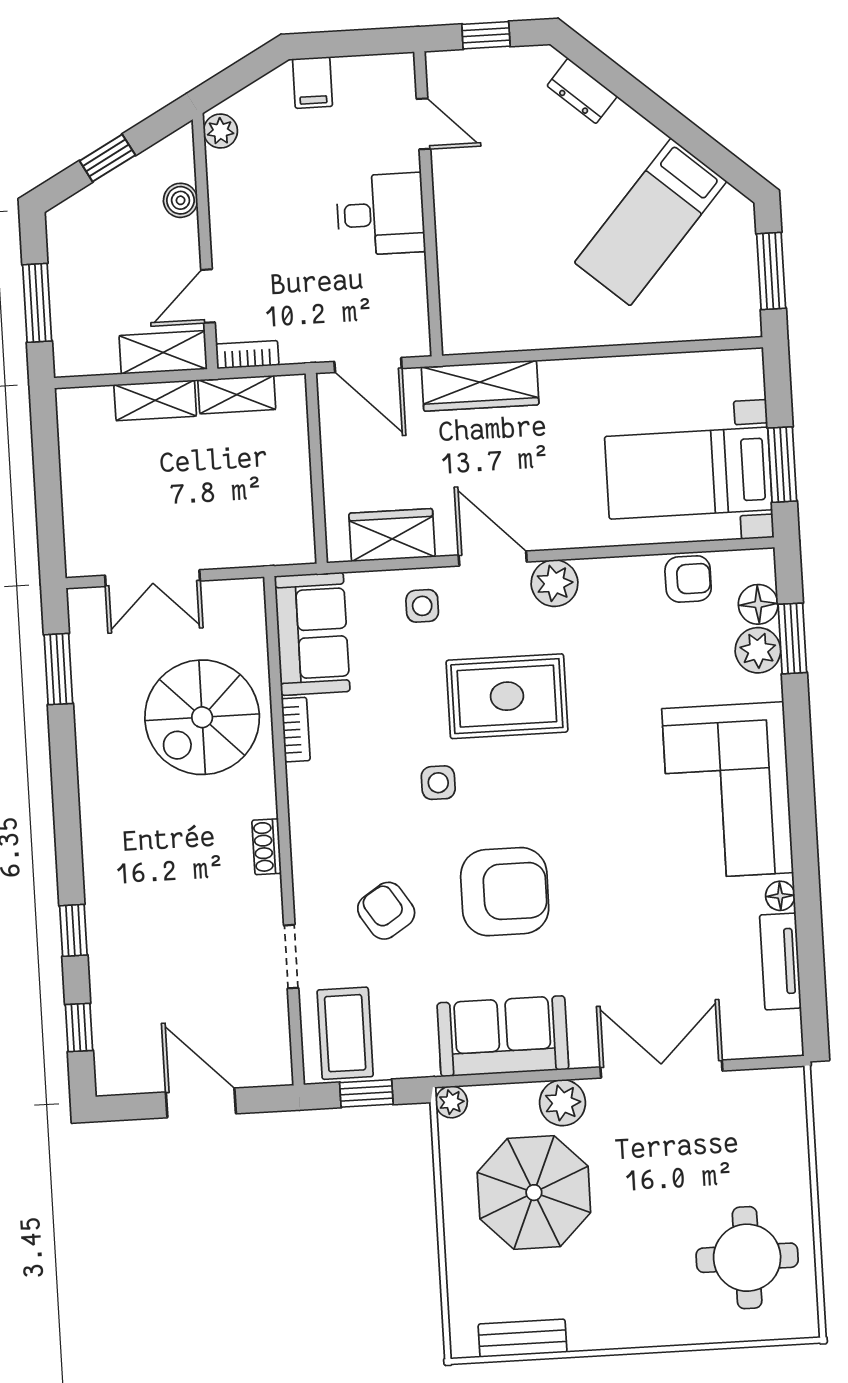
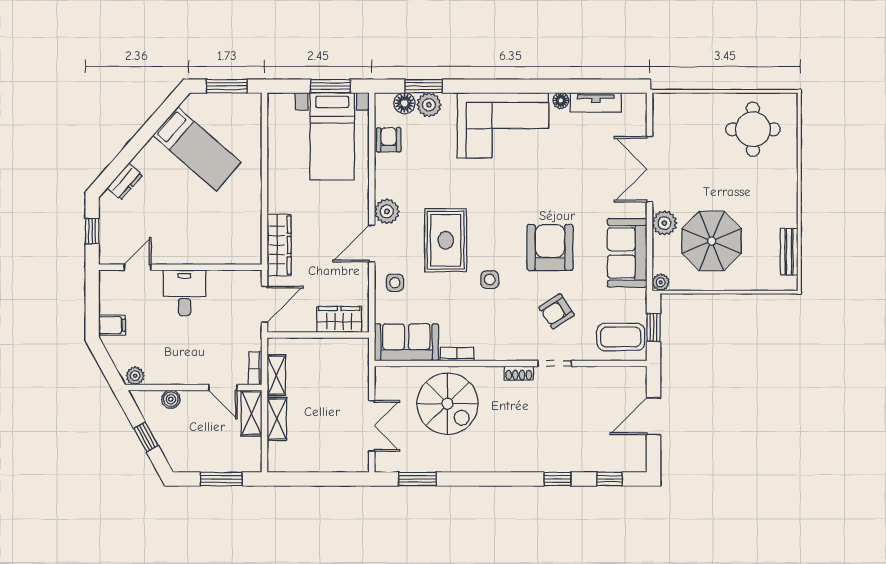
wardrobe: (392, 535) -> (339, 319), moved, turned 90
doorway: (291, 957) -> (555, 363), moved

